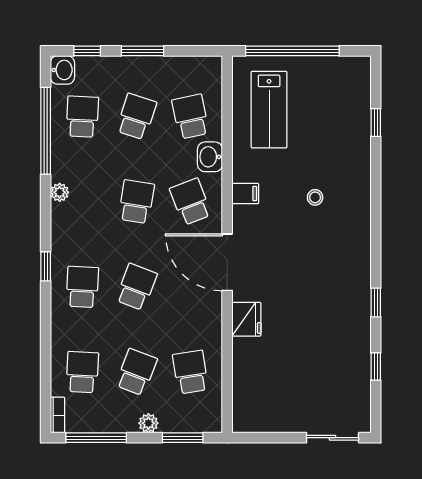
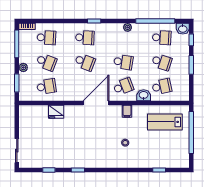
fridge: (246, 319) -> (56, 112), moved

